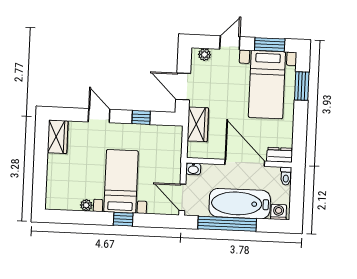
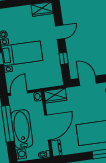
door: (183, 87) -> (88, 81), hinge flipped
wardrobe: (198, 124) -> (55, 96), moved

